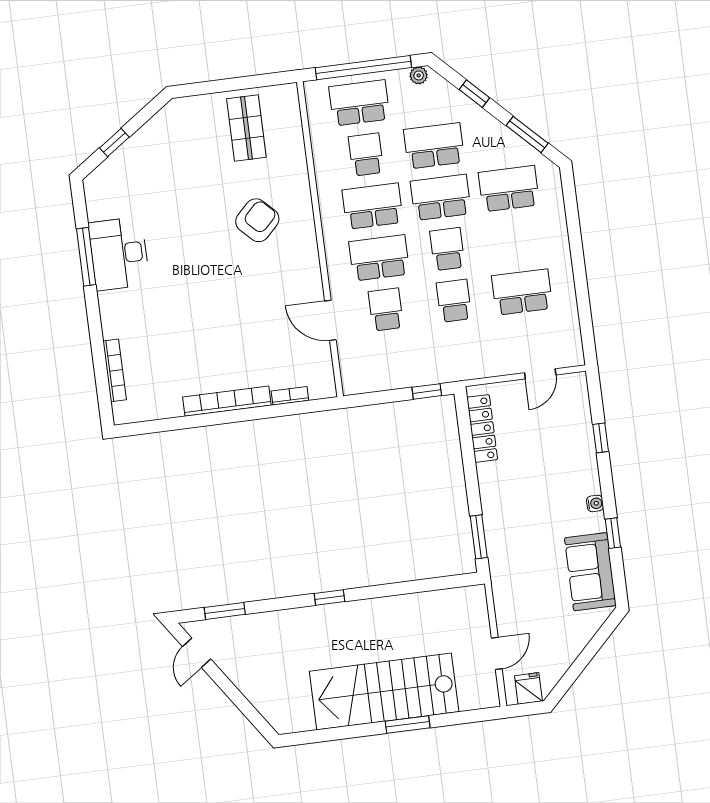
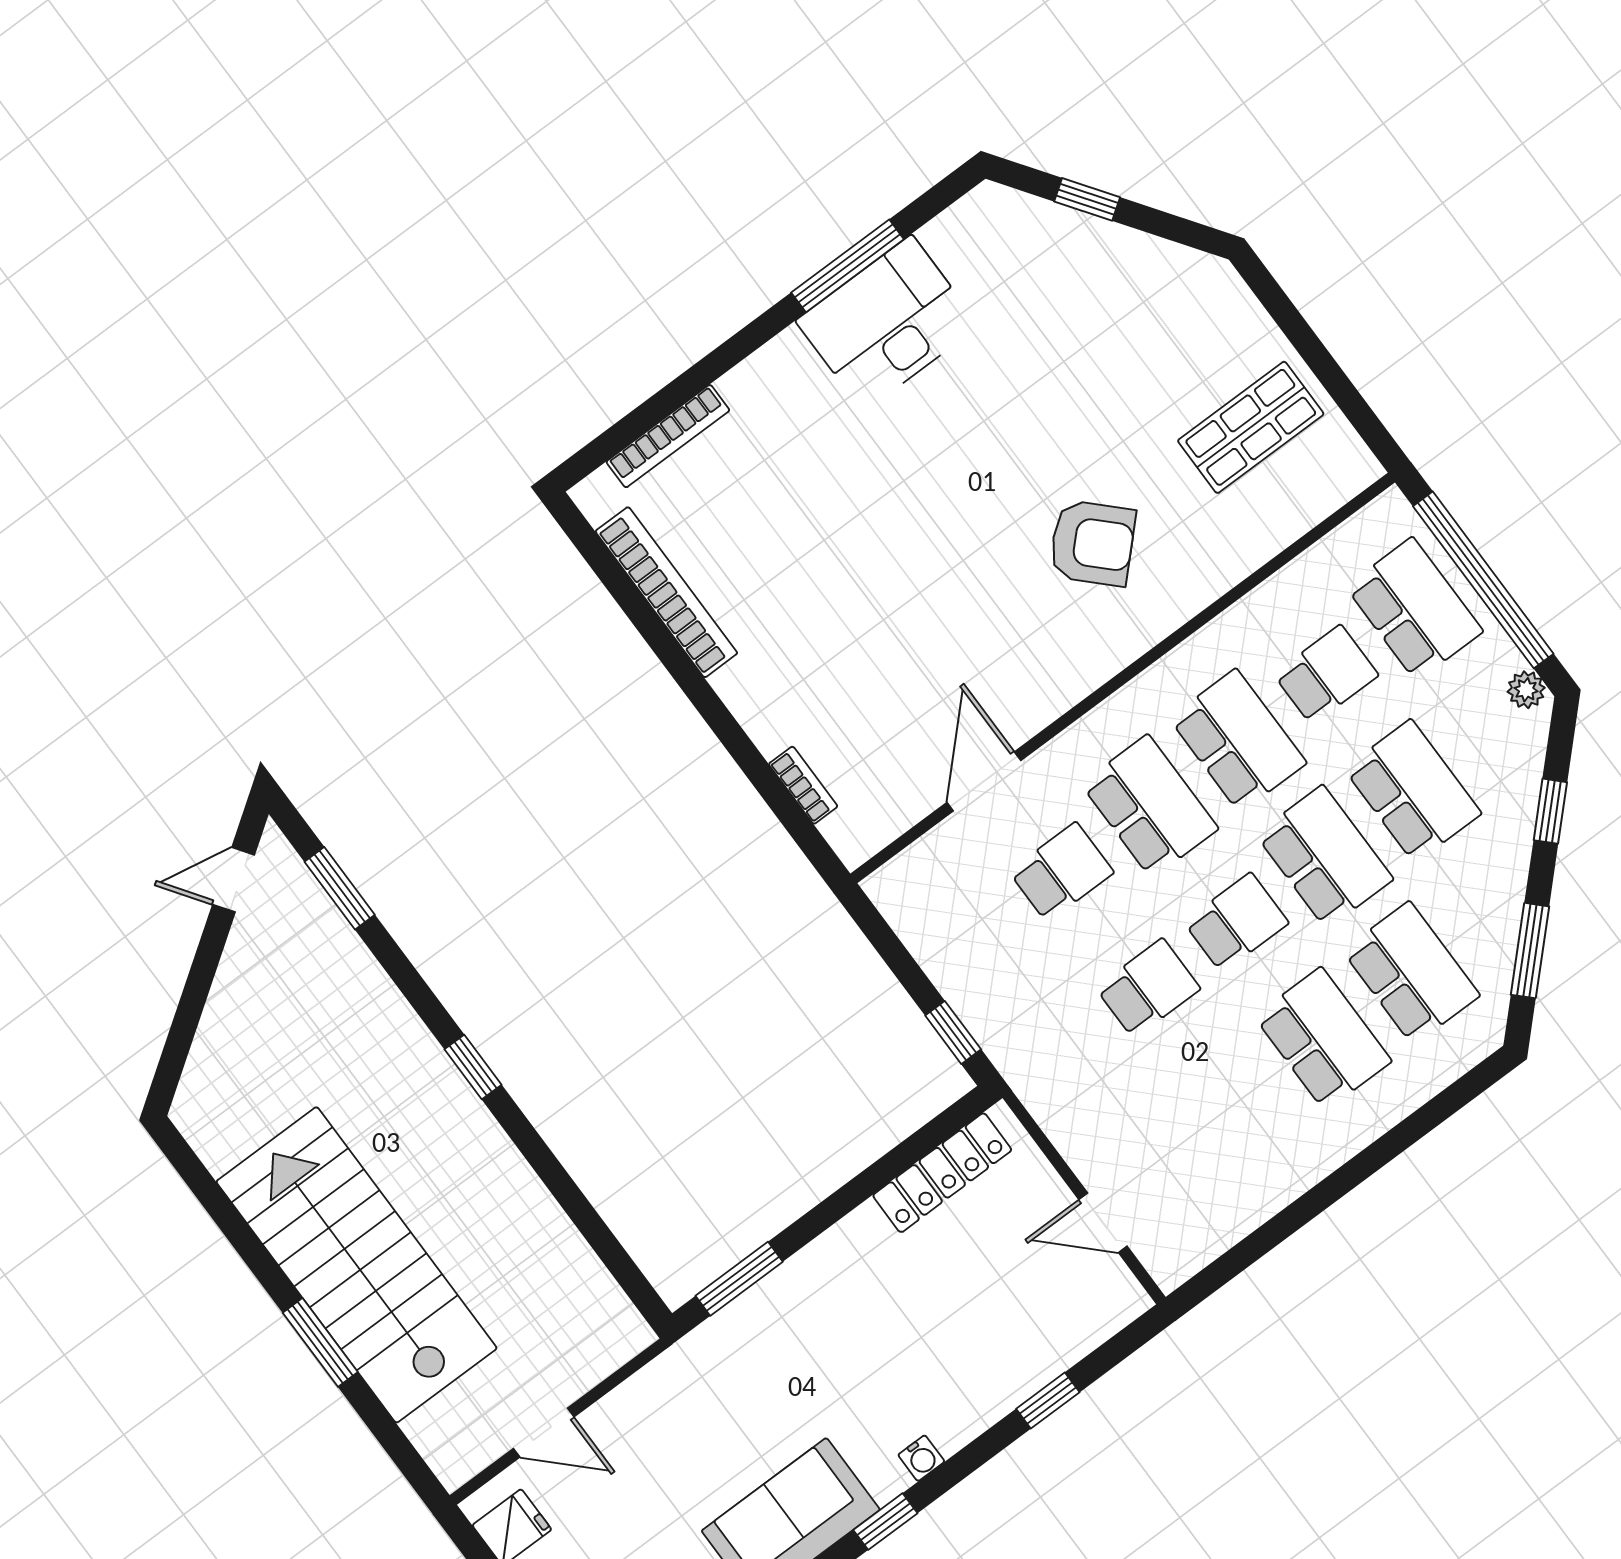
school desk: (522, 292) -> (1323, 1039), moved
bookcase: (227, 401) -> (666, 592), moved

